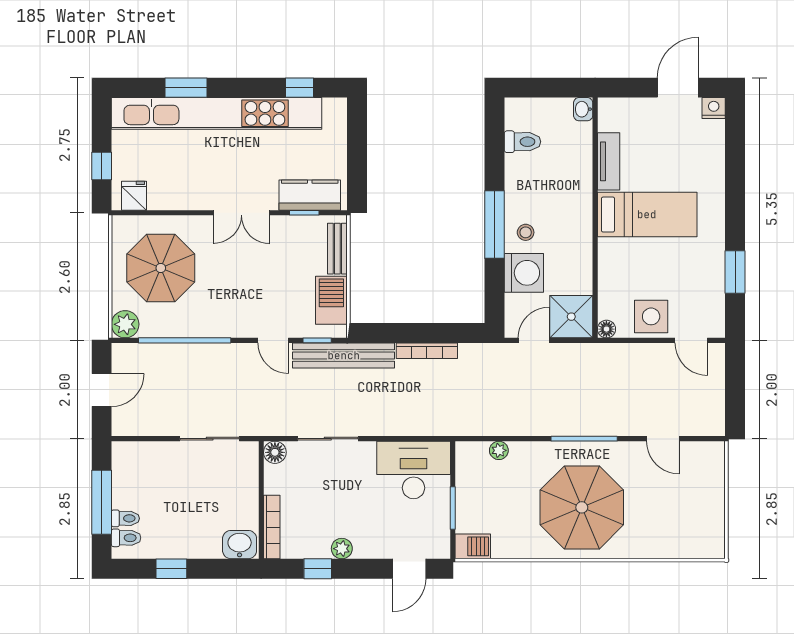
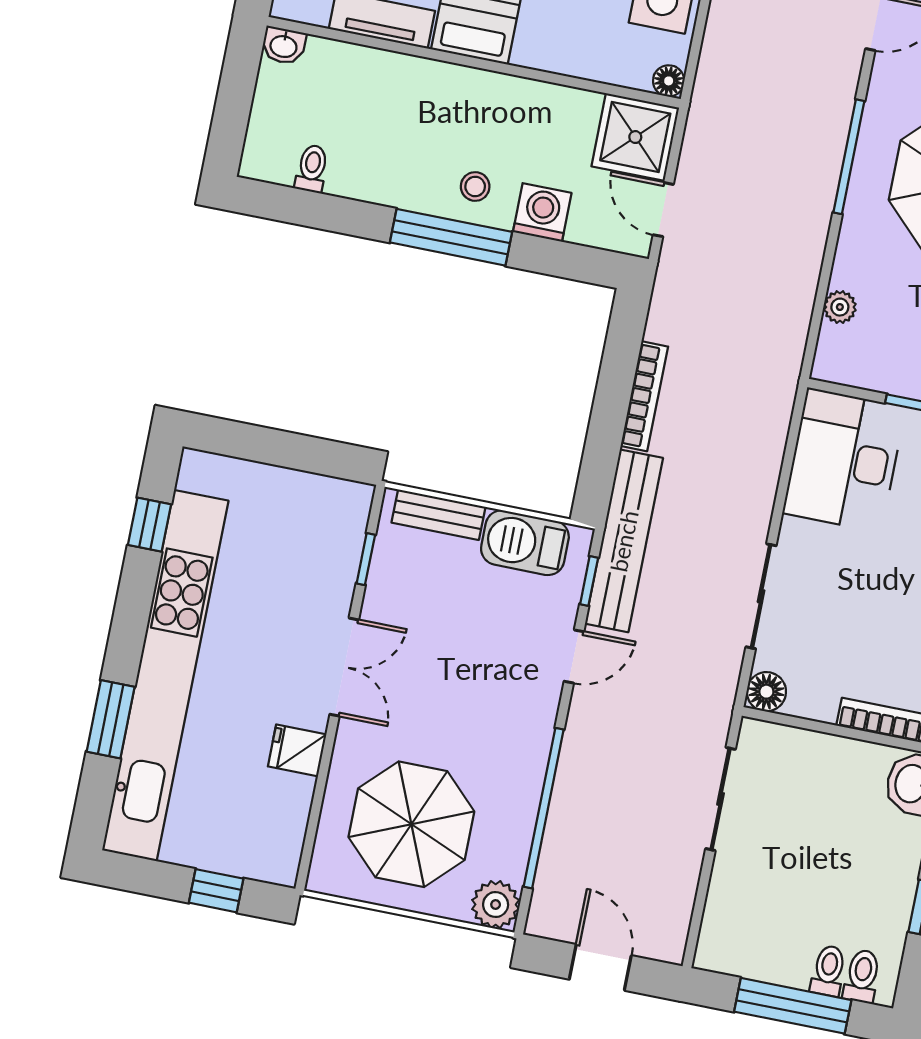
toilet: (522, 142) -> (312, 169), width x0.73, depth x0.72
kitchen counter: (310, 195) -> (337, 544), removed
fridge: (134, 196) -> (297, 750), moved
washing machine: (524, 273) -> (542, 212), width x0.73, depth x0.73

